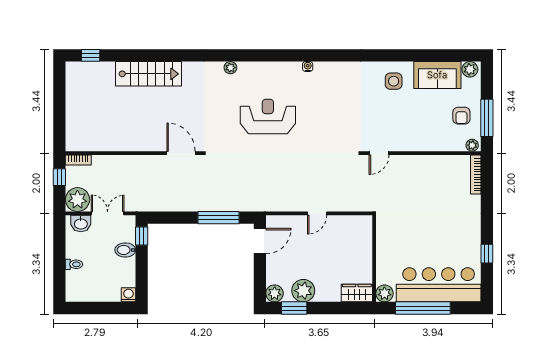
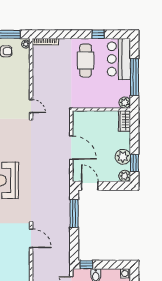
door: (181, 153) -> (31, 238), swing flipped
door: (317, 213) -> (71, 148), width x1.88
cafe table: (448, 235) -> (86, 60), added
bar counter: (439, 285) -> (119, 59), width x0.73

